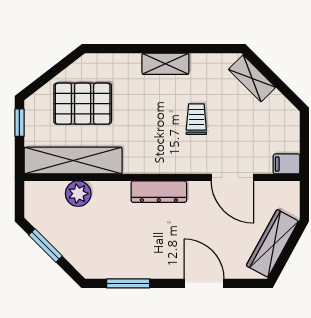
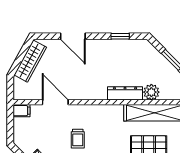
dresser: (159, 192) -> (125, 93), moved
window: (128, 283) -> (120, 36), width x0.67

